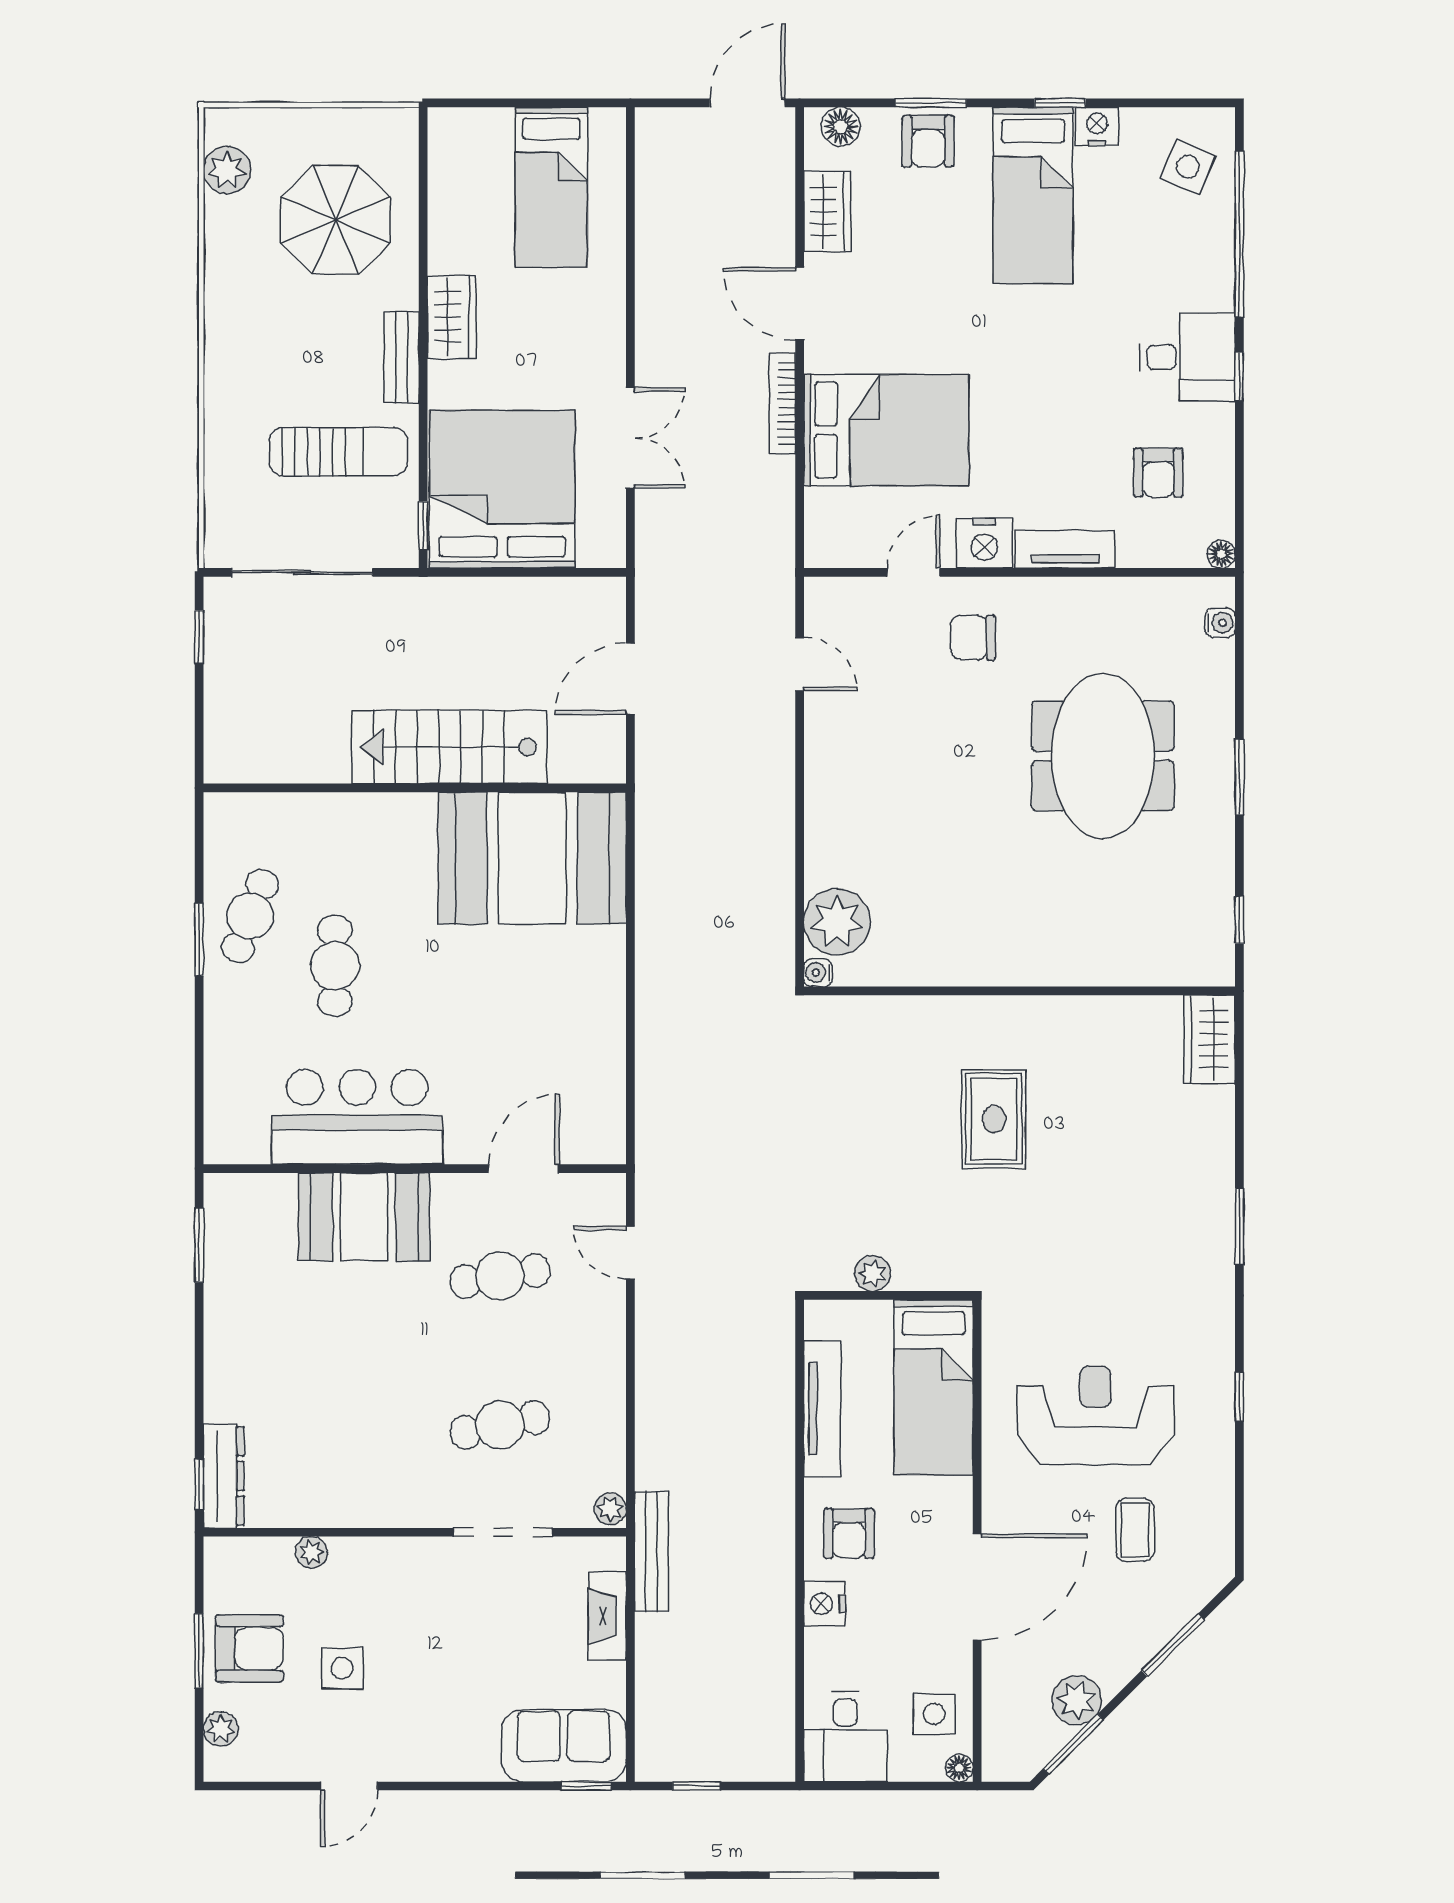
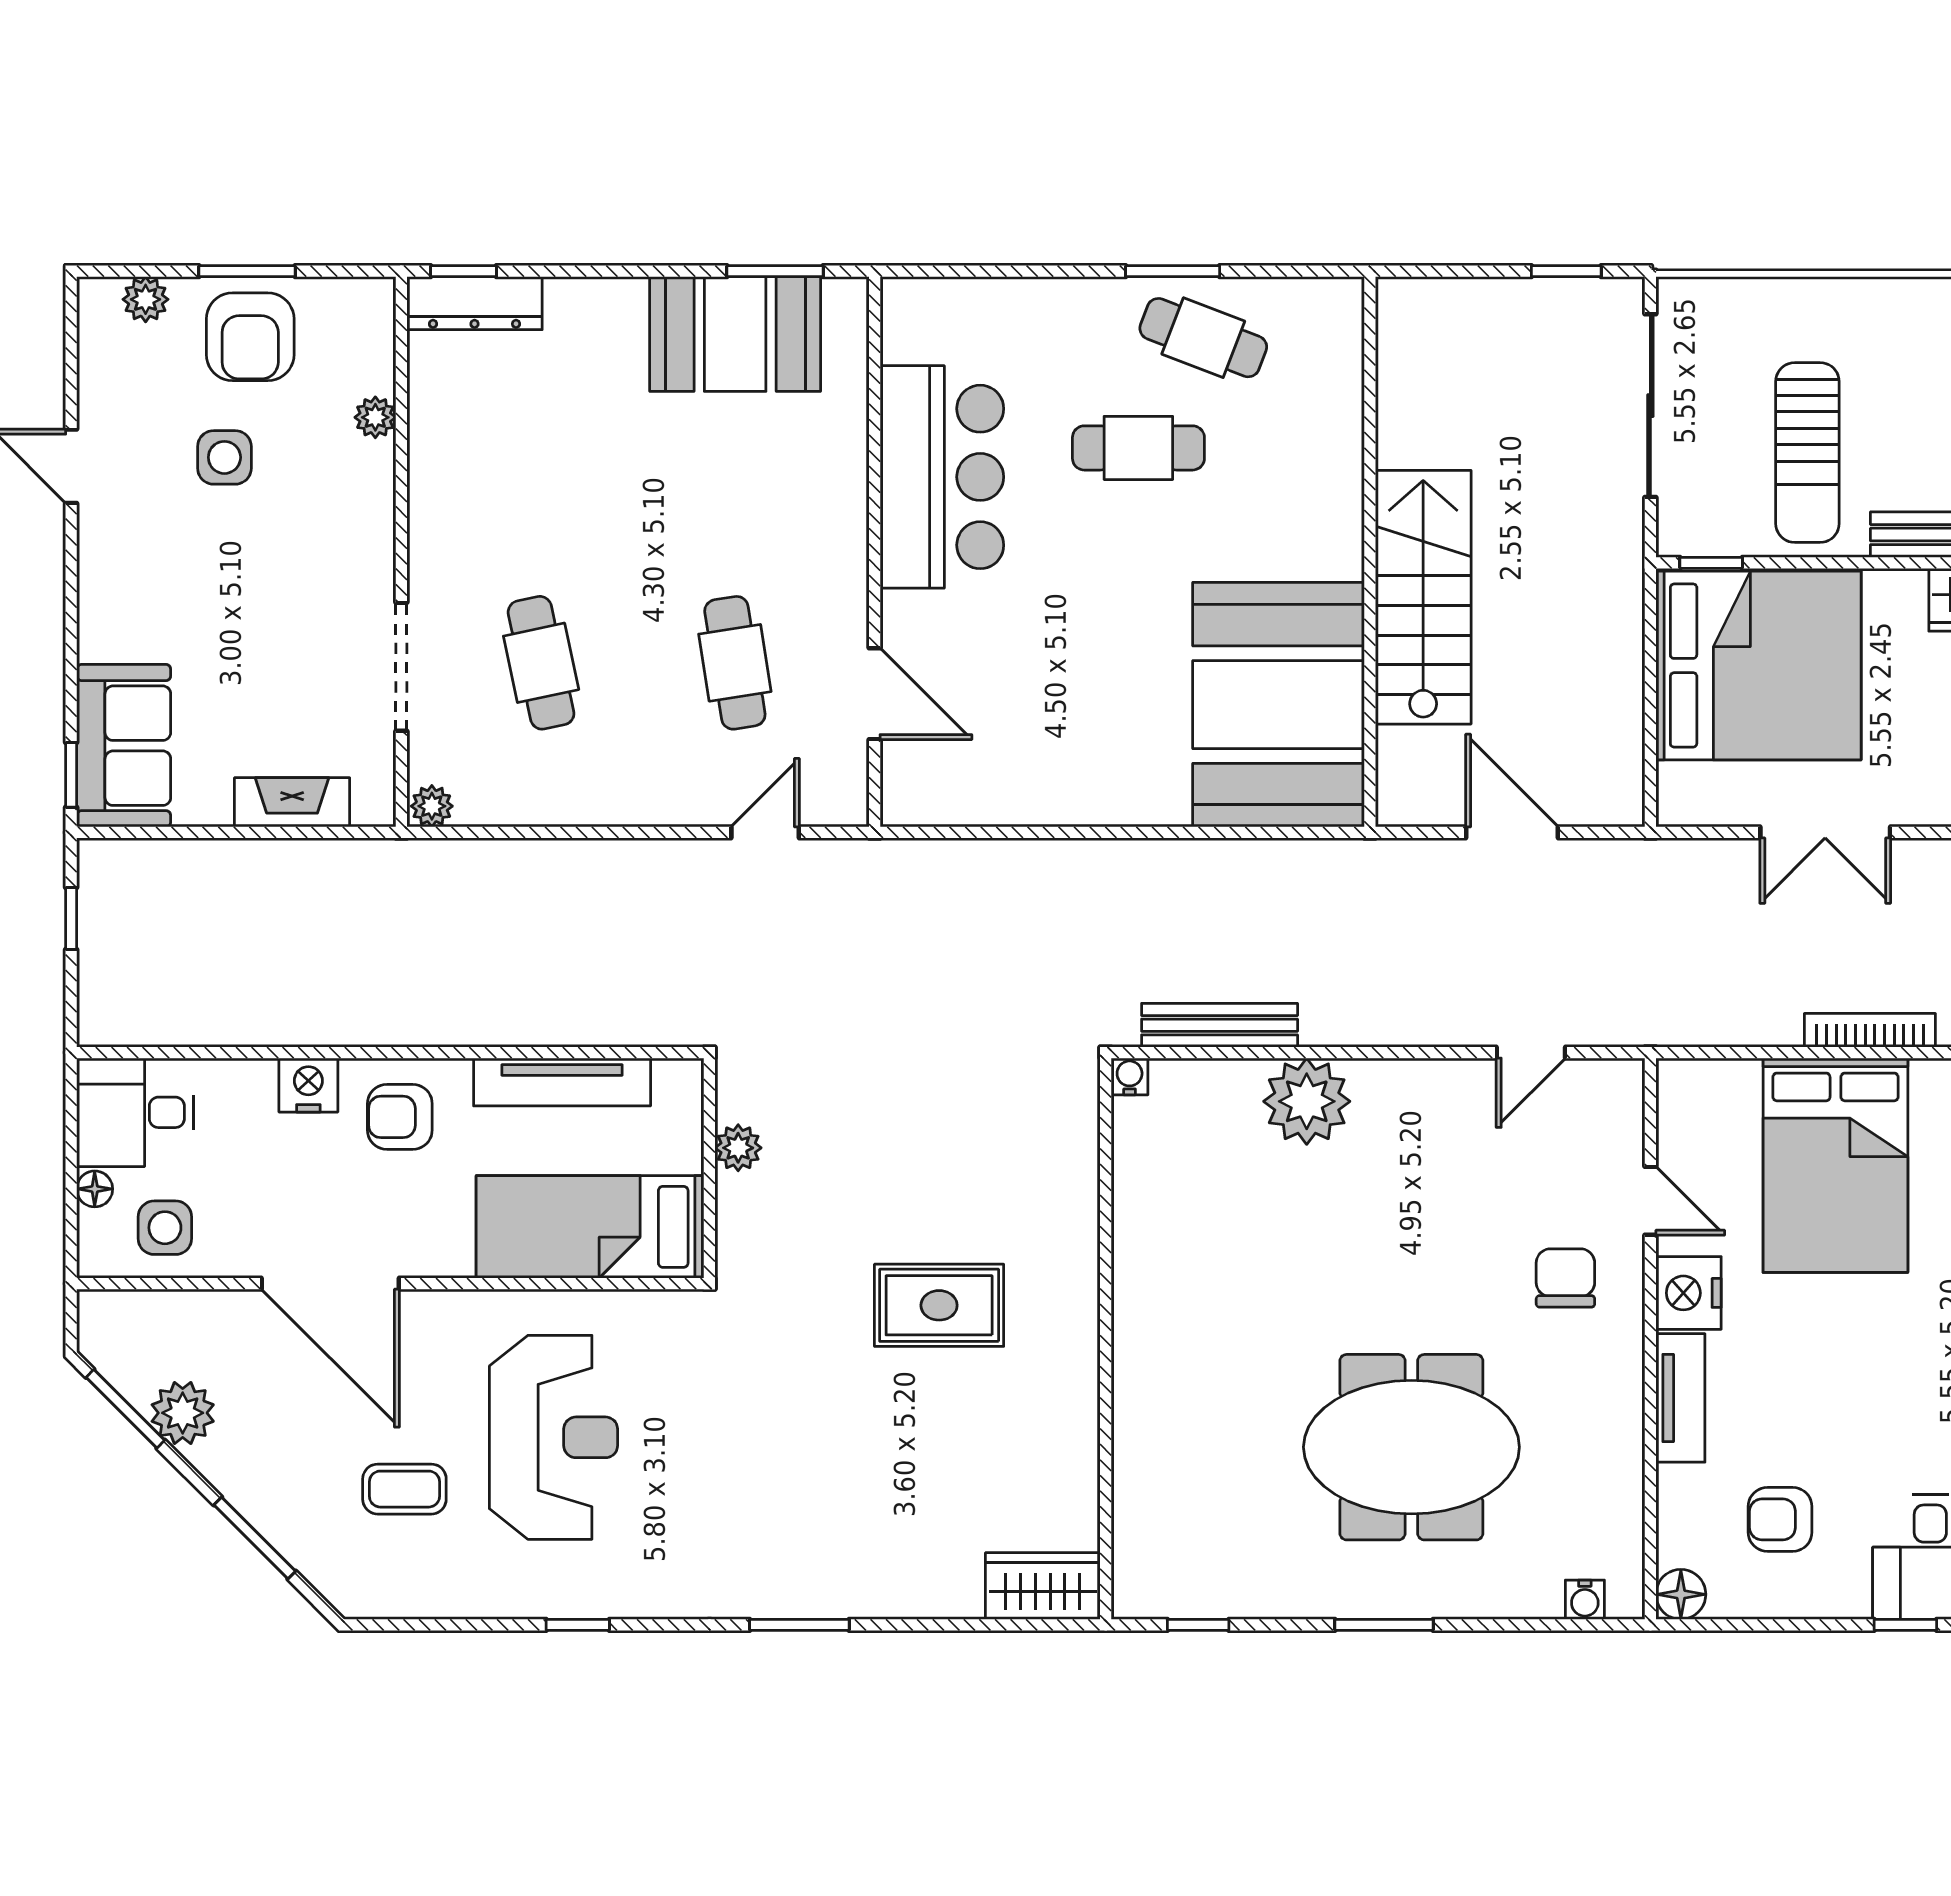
floor lamp: (1221, 554) -> (1681, 1594), width x1.37, depth x1.37
plant: (837, 922) -> (1307, 1101), moved
booth: (364, 1217) -> (735, 334), moved, turned 90
bench: (651, 1551) -> (1220, 1025), moved
floor lamp: (959, 1768) -> (95, 1189), moved

